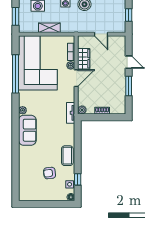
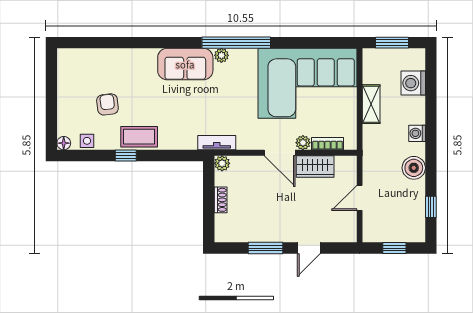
window: (15, 74) -> (236, 43), moved
window: (78, 179) -> (126, 156), moved

